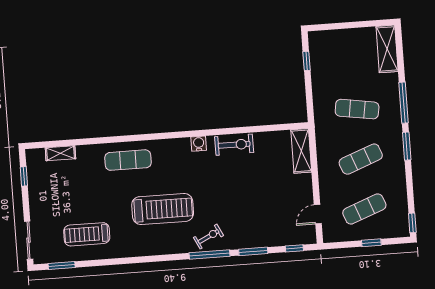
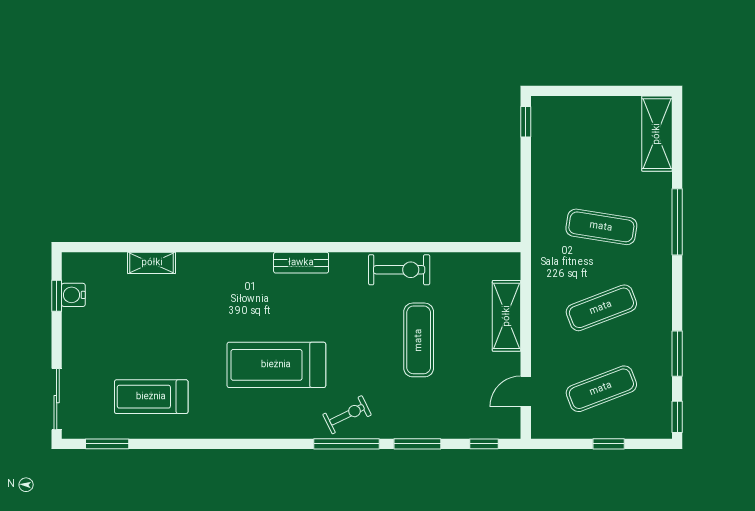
window: (307, 61) -> (526, 122), moved
water cooler: (199, 144) -> (73, 295), moved, turned -90
bench: (173, 145) -> (301, 263), added
window: (407, 146) -> (677, 354), moved
shelving: (301, 151) -> (507, 316), moved
shelving: (60, 153) -> (152, 263), moved
exercise mat: (128, 160) -> (419, 340), moved, turned 90
treadmill: (163, 209) -> (276, 365), turned 180

